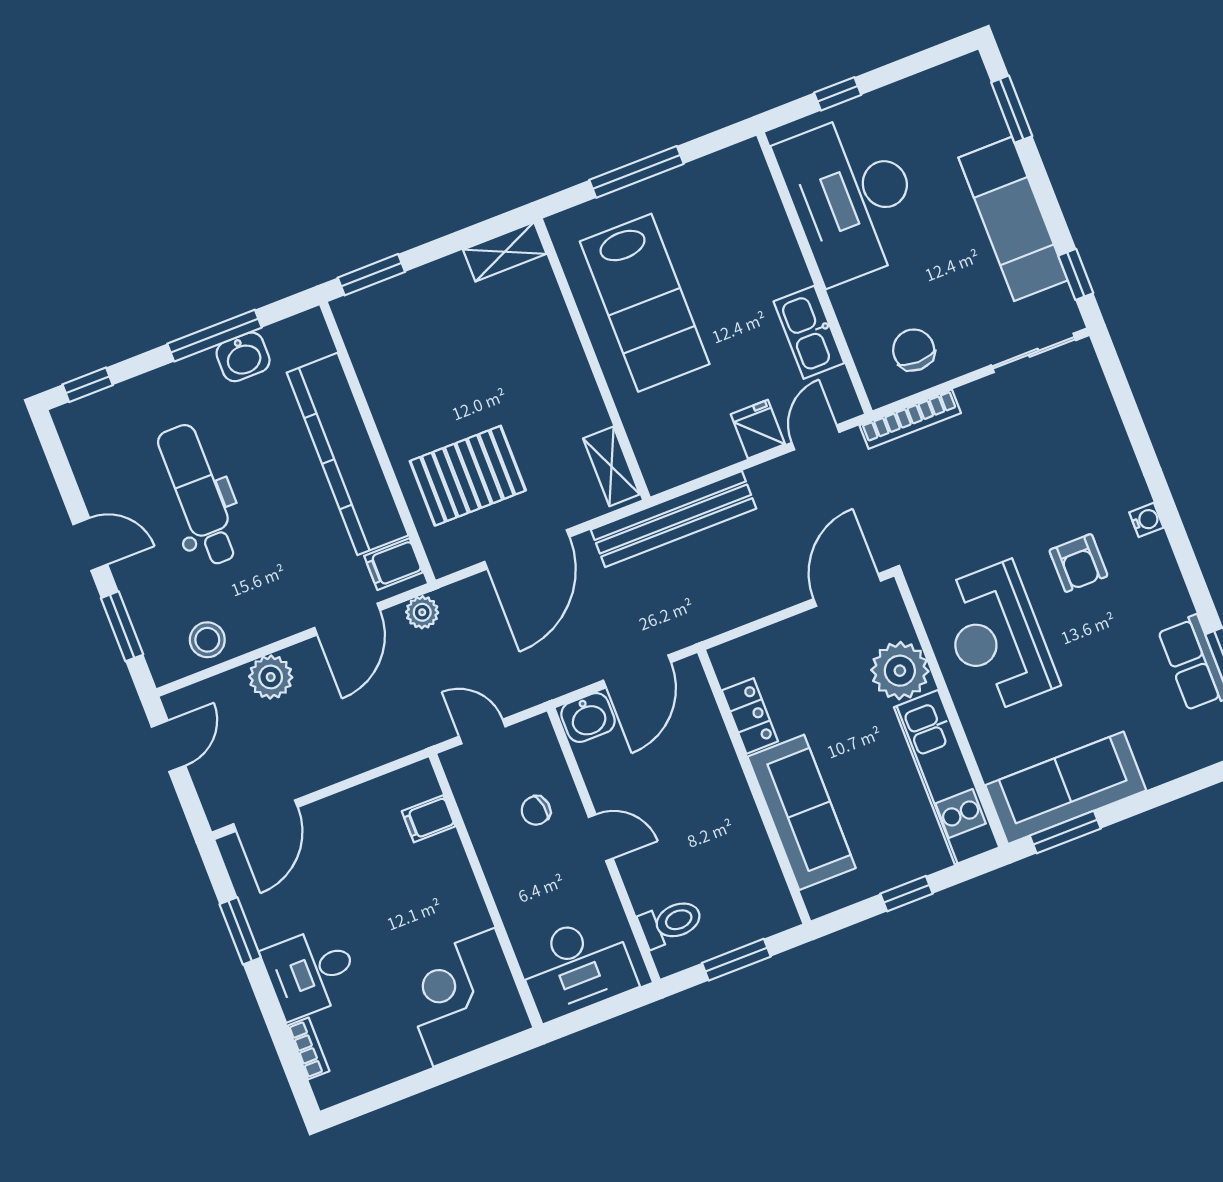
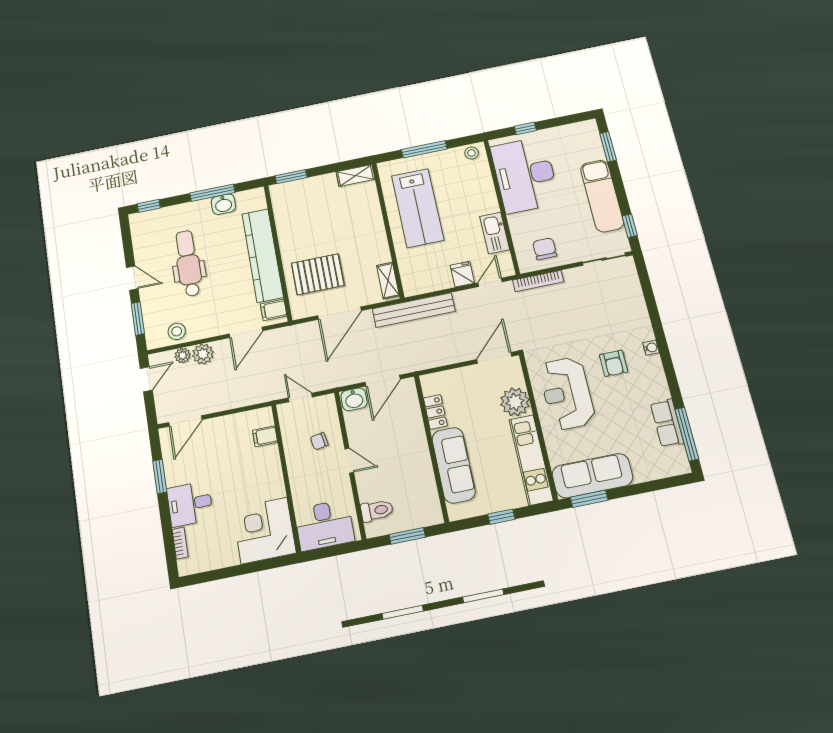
stool: (735, 165) -> (472, 153), added
plant: (422, 612) -> (183, 355), moved

